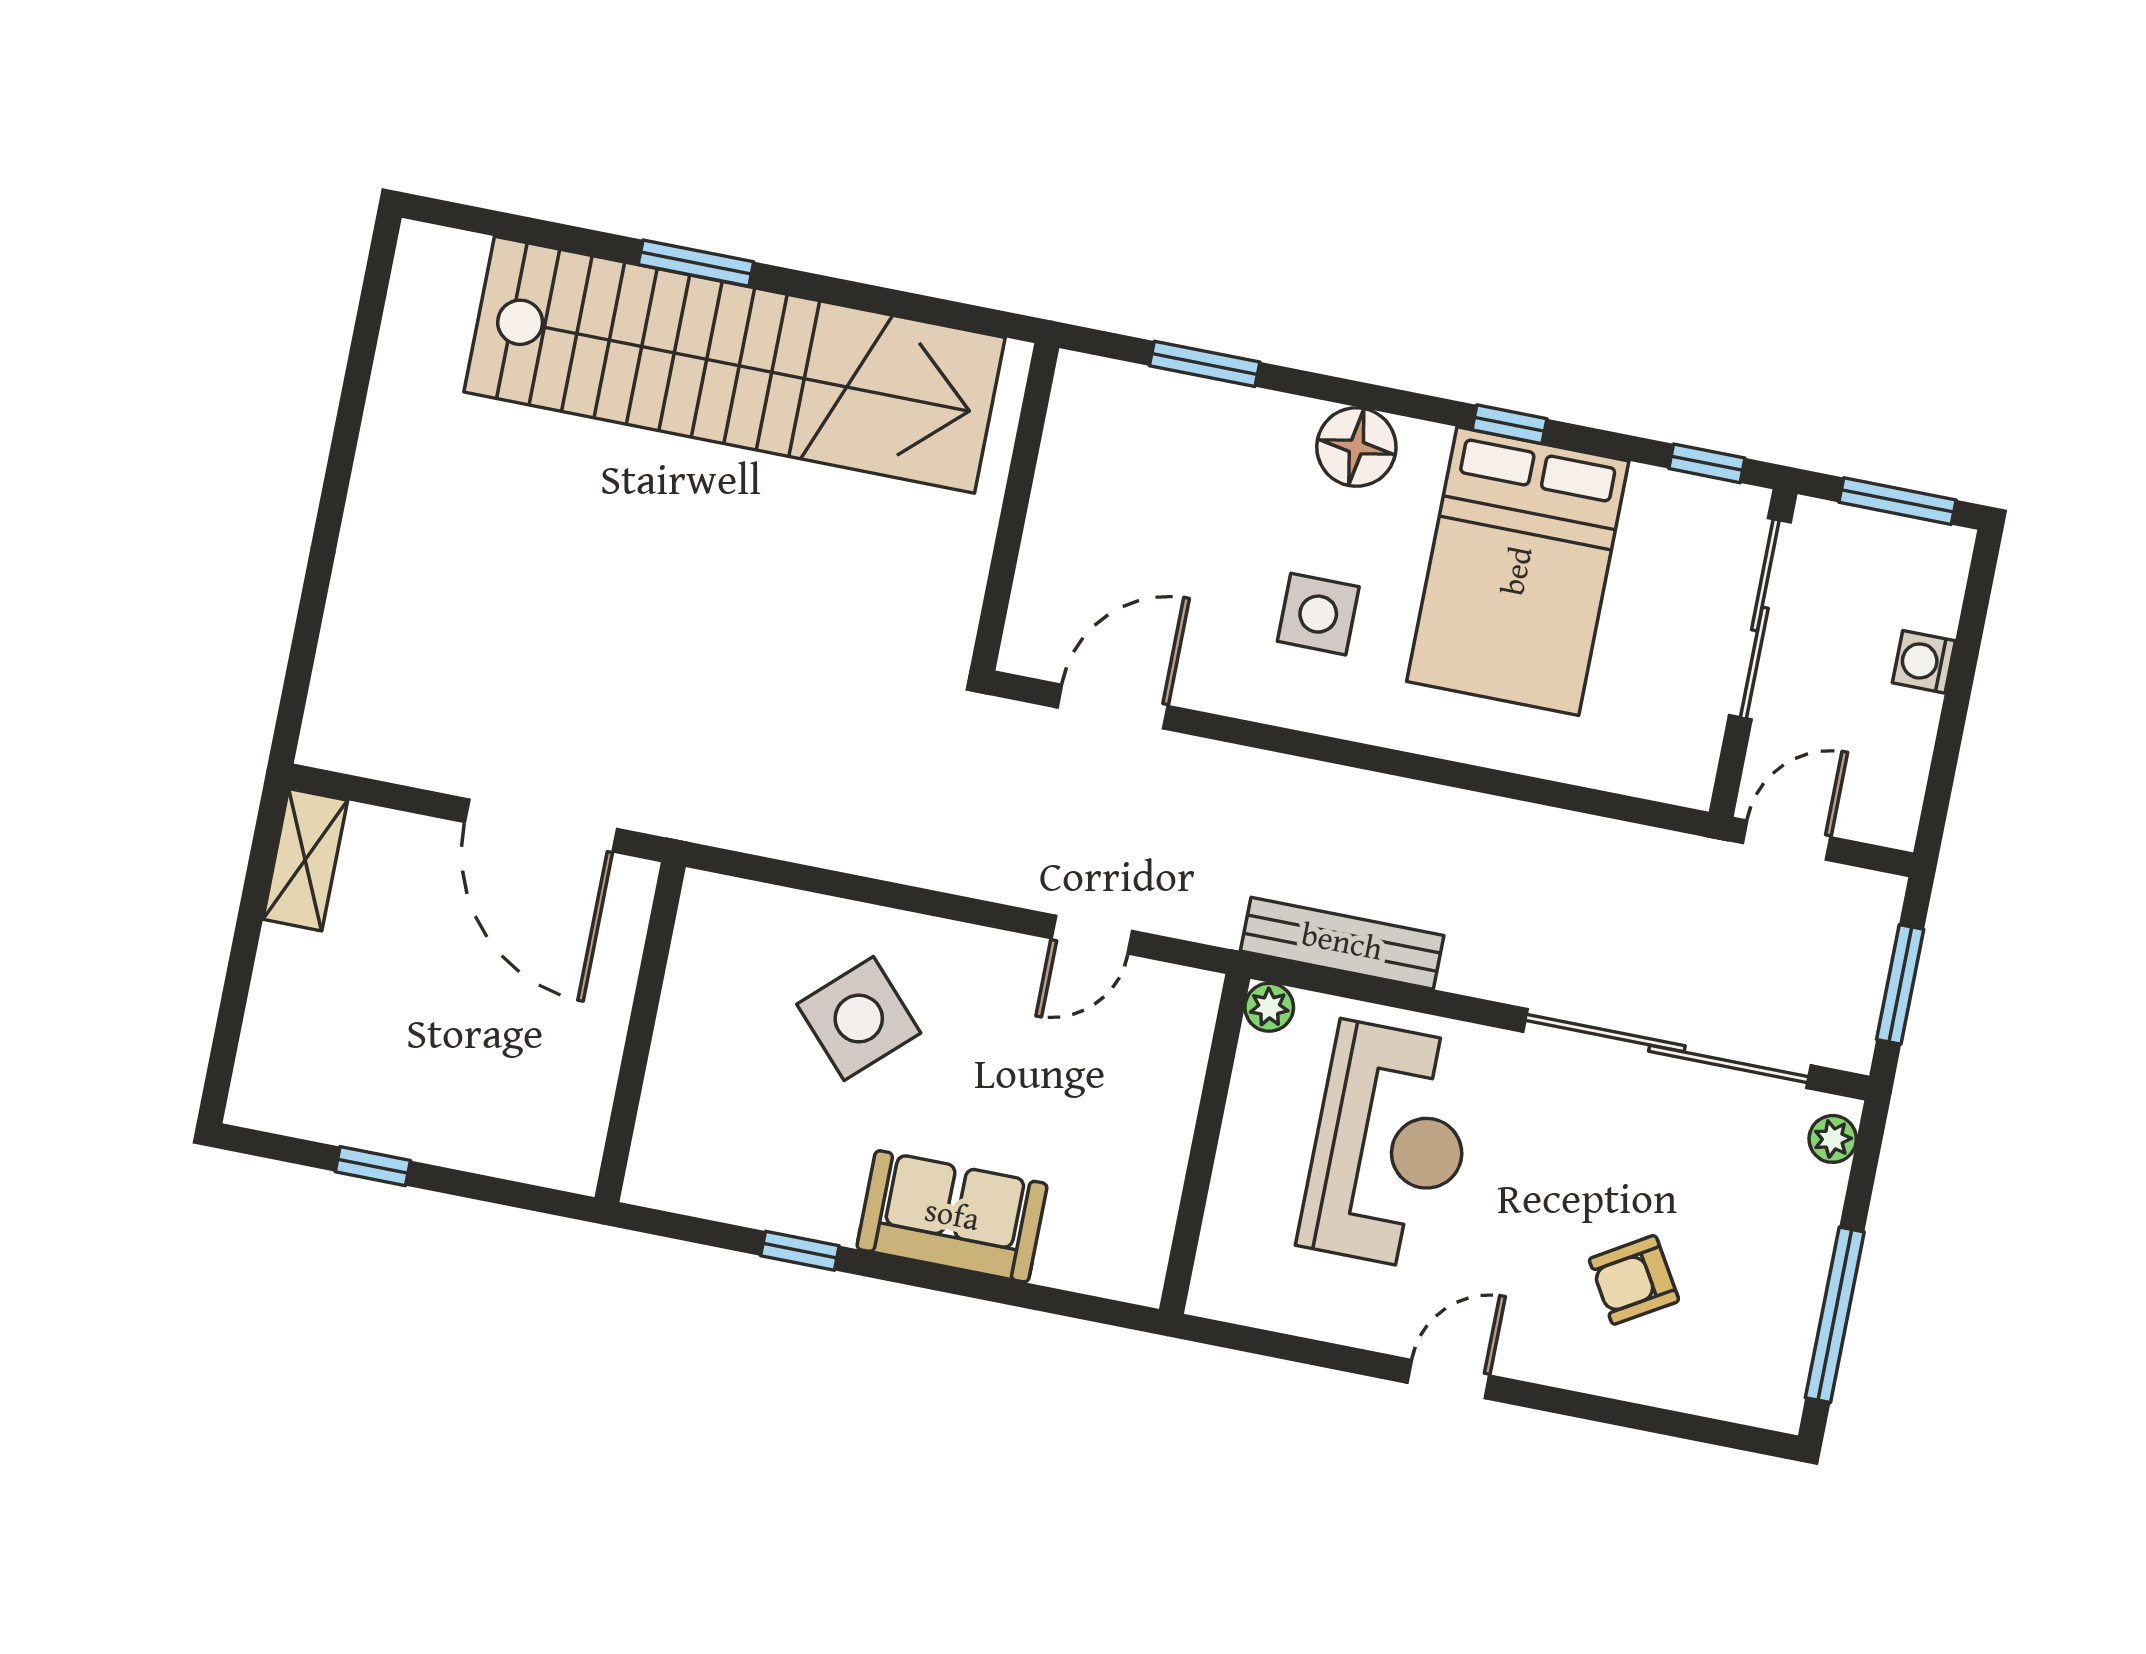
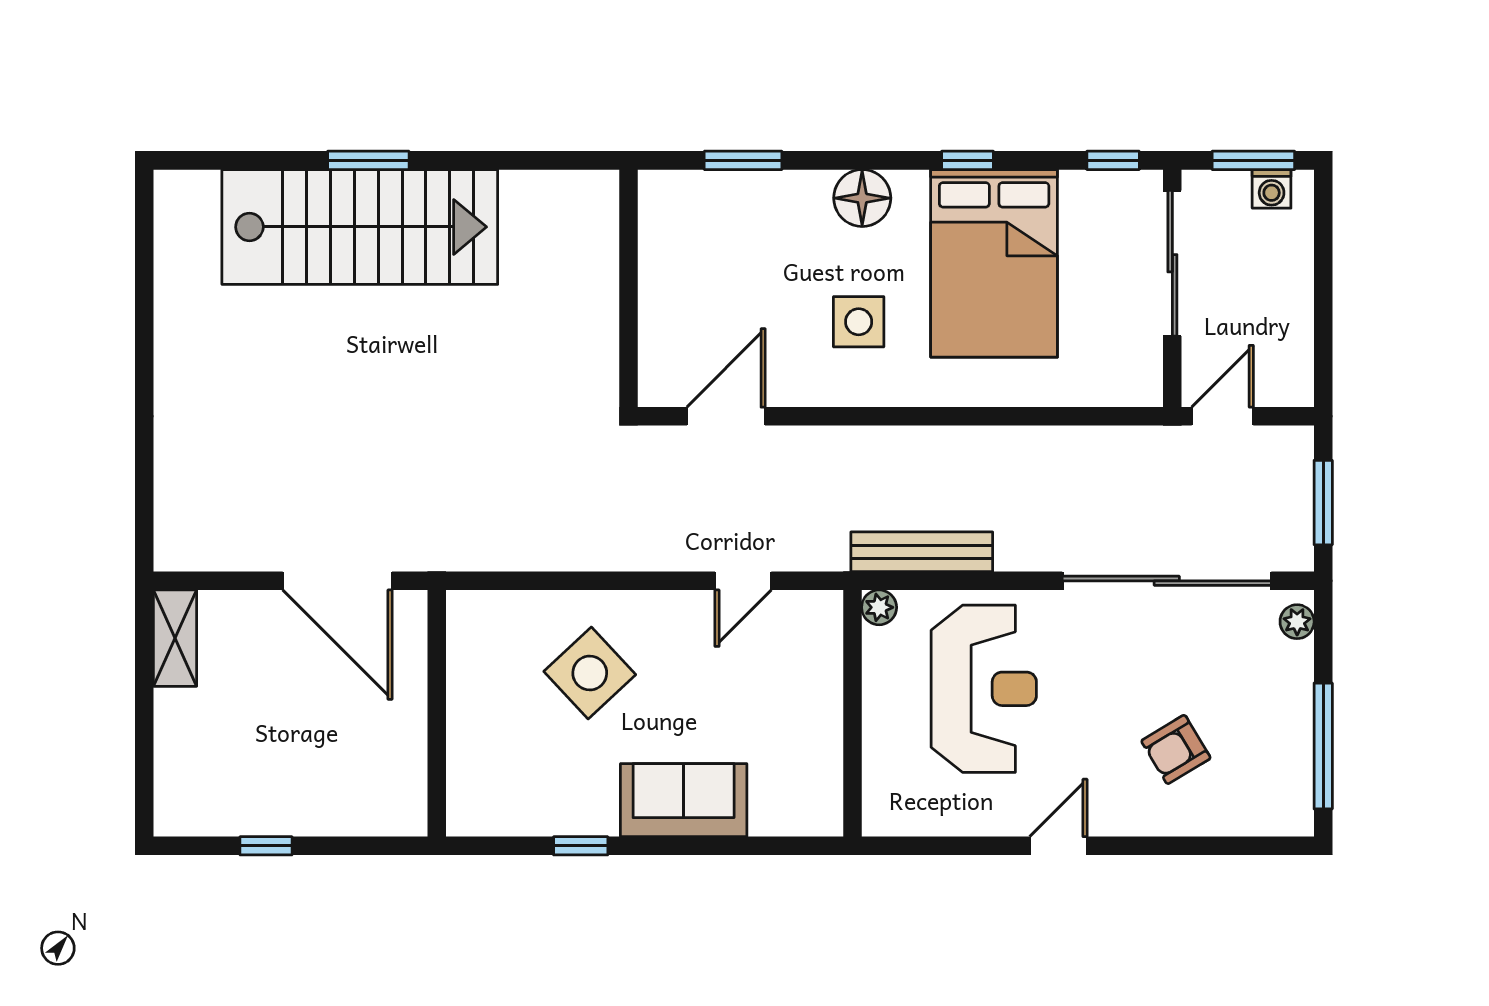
stairs: (734, 365) -> (360, 227), width x0.73
washing machine: (1924, 662) -> (1272, 189), moved, turned -90

